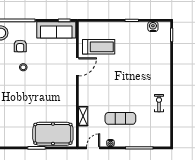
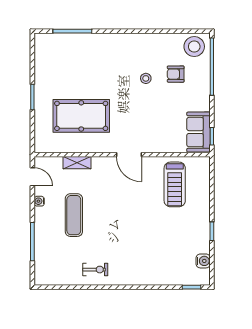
sofa: (56, 30) -> (199, 132), width x0.73
door: (77, 67) -> (129, 155), moved
pool table: (53, 134) -> (81, 116), moved, turned 90

